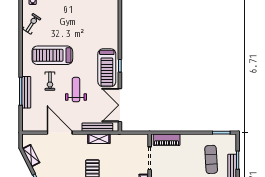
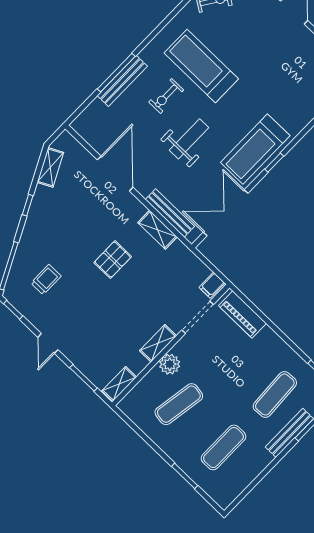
filing cabinet: (143, 140) -> (212, 285), added

